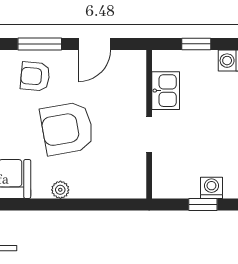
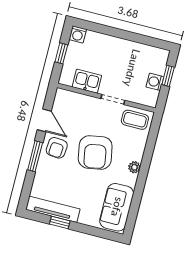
armchair: (35, 76) -> (57, 148), moved
coffee table: (128, 173) -> (135, 120), added
washing machine: (211, 188) -> (155, 82), moved

